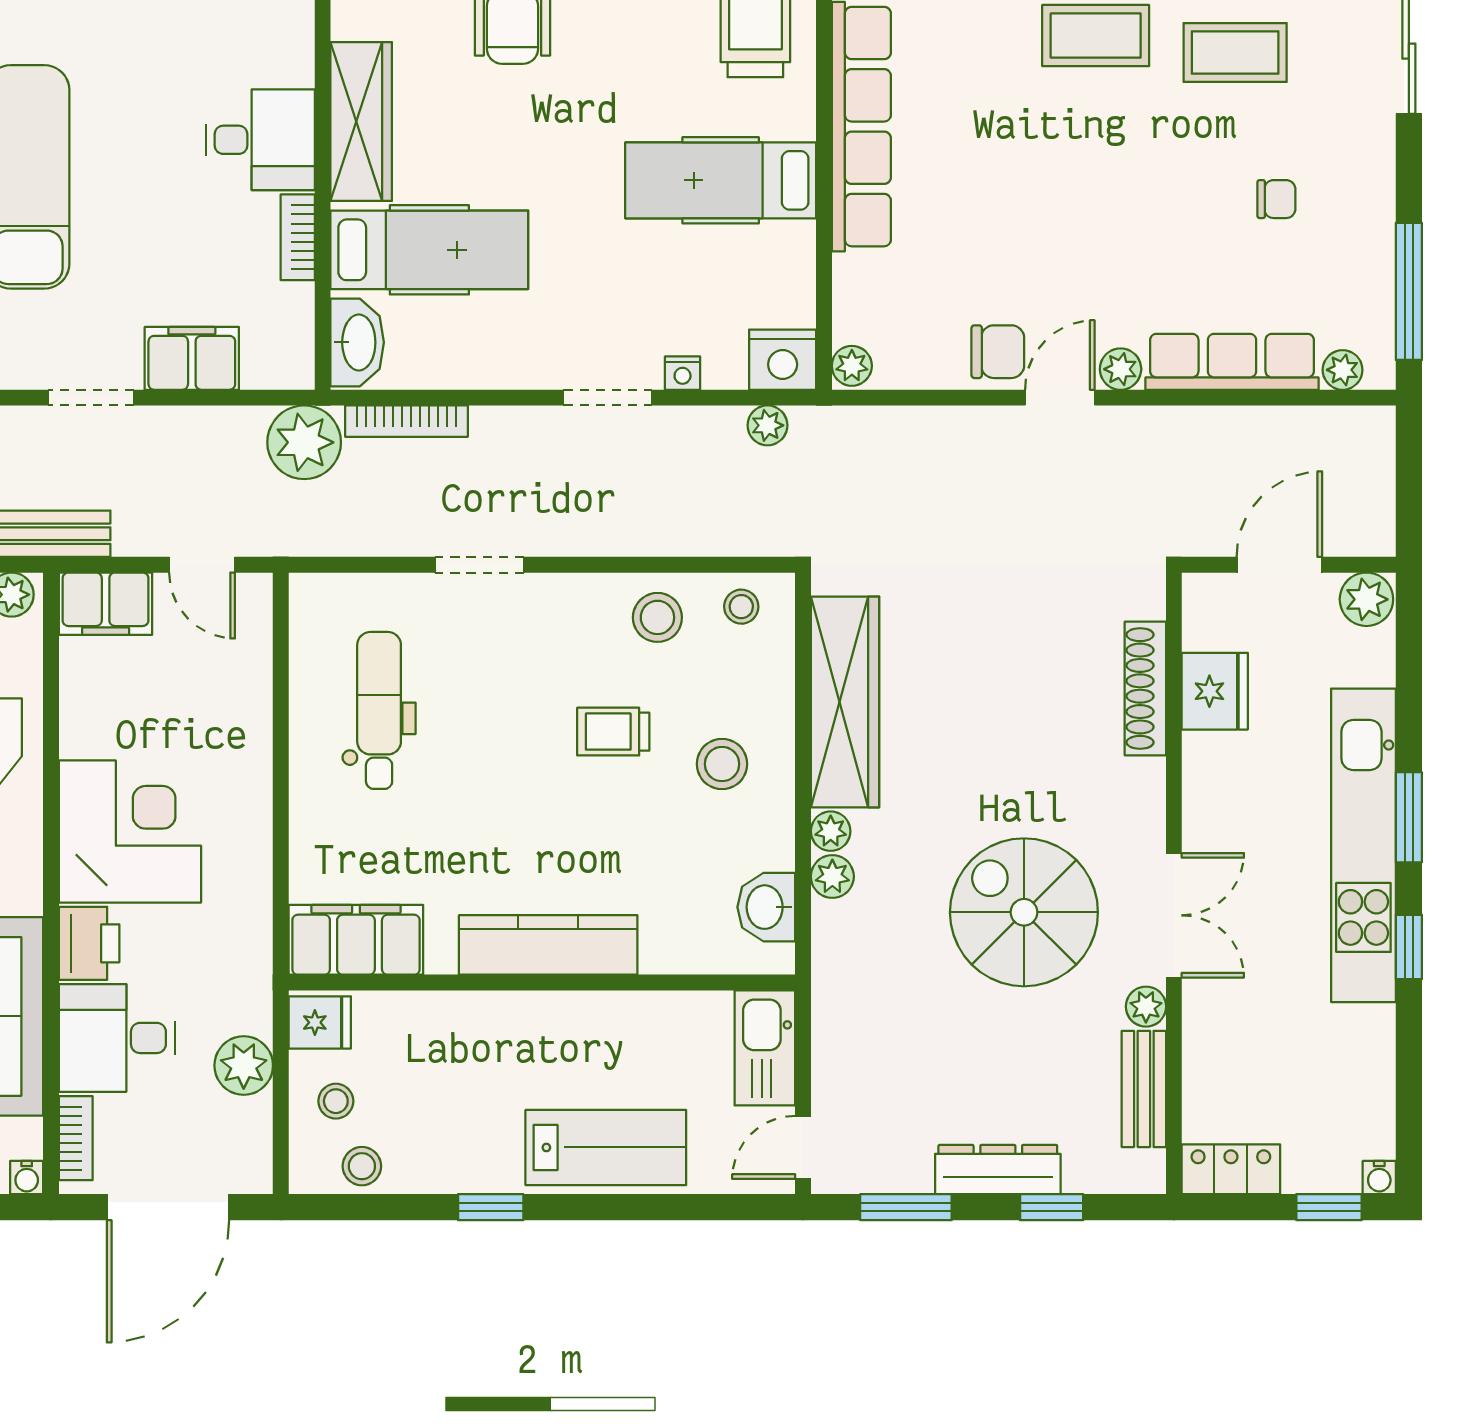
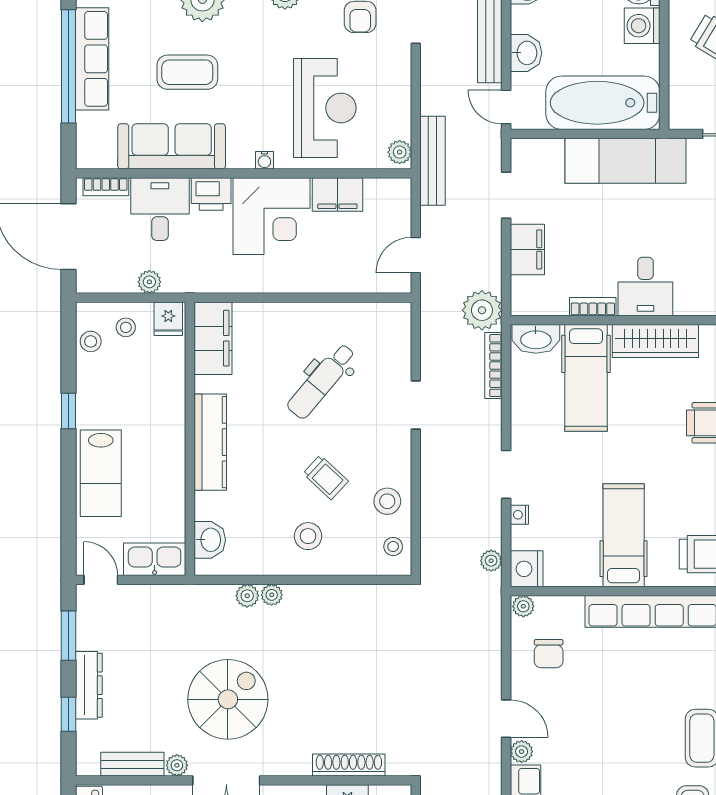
chair: (998, 352) -> (549, 654), moved
filing cabinet: (106, 604) -> (337, 194), moved, turned -90
wardrobe: (845, 702) -> (342, 603), removed
dental chair: (379, 710) -> (321, 381), moved, turned 130
trolley: (613, 732) -> (326, 477), turned 133
washbasin: (766, 907) -> (210, 540), moved, turned 90
plant: (244, 1065) -> (149, 282), width x0.73, depth x0.73
water cooler: (27, 1177) -> (264, 160), moved, turned -90

